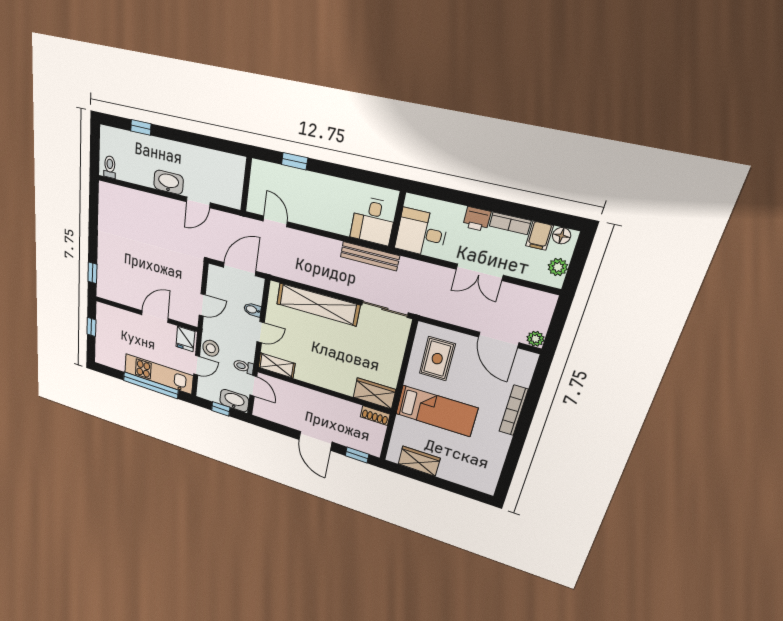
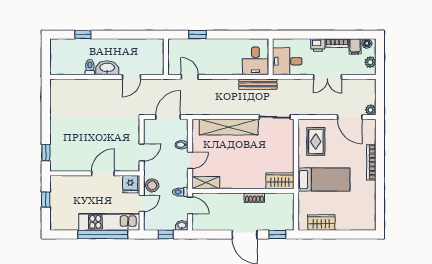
toilet: (110, 167) -> (90, 67), moved
washbasin: (234, 401) -> (182, 225), width x0.52, depth x0.69
shoe rack: (375, 416) -> (254, 198), moved

